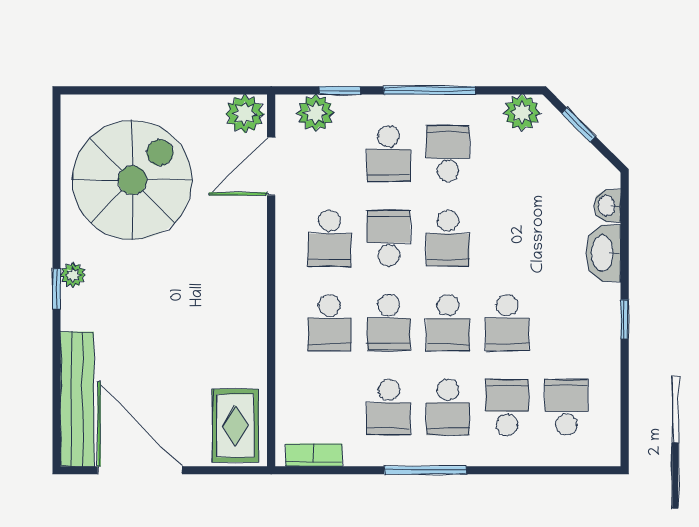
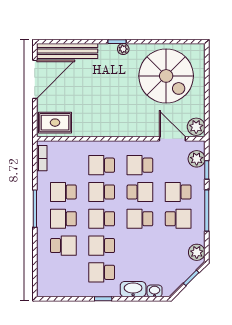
school desk: (566, 407) -> (102, 272), moved, turned 180

